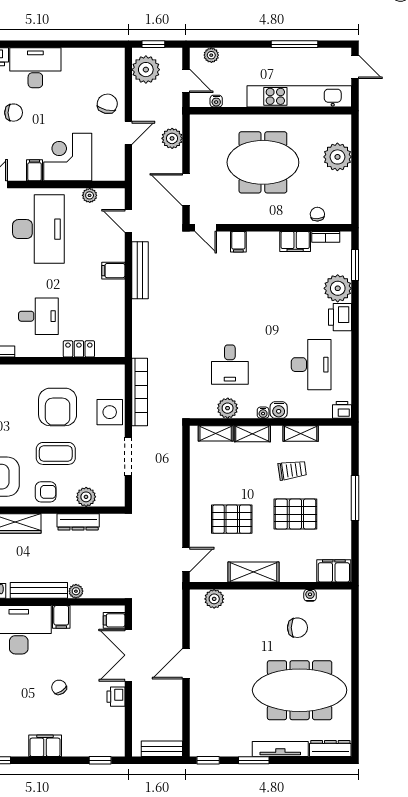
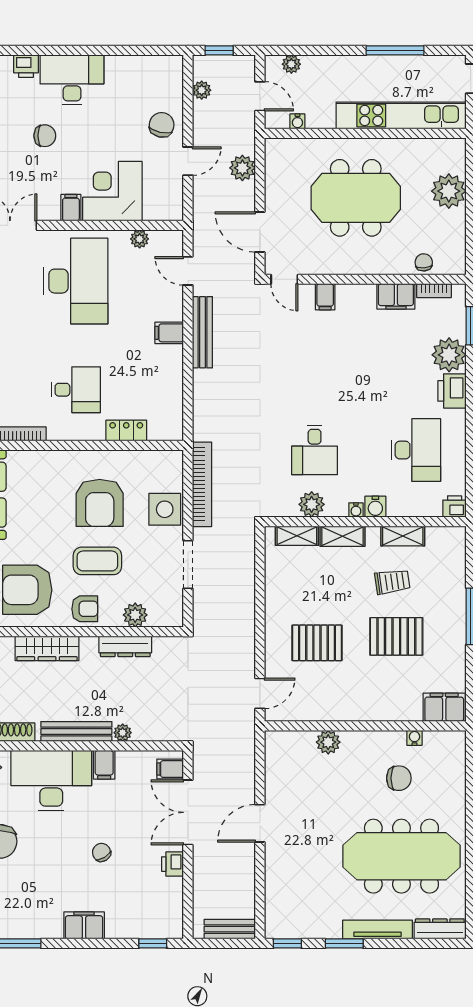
plant: (146, 70) -> (202, 90), width x0.53, depth x0.53
shelving: (253, 572) -> (344, 709), removed
plant: (214, 599) -> (328, 742), moved

